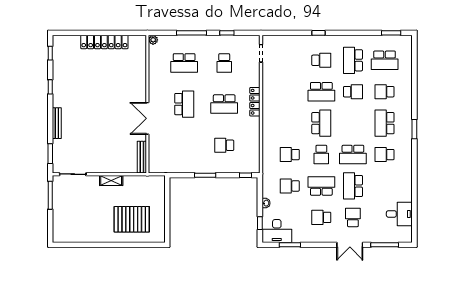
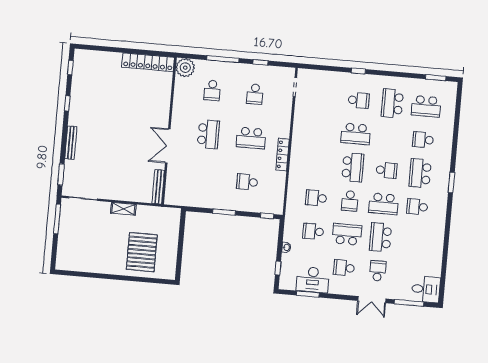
plant: (153, 40) -> (185, 68), width x1.87, depth x1.87
locker: (104, 42) -> (148, 62), moved
school desk: (184, 63) -> (212, 90), width x0.54
school desk: (353, 92) -> (386, 170), moved
locker: (255, 102) -> (283, 155), moved
desk: (399, 214) -> (426, 289), moved
pallet: (132, 219) -> (142, 252), turned 90
desk: (277, 231) -> (313, 280), moved

